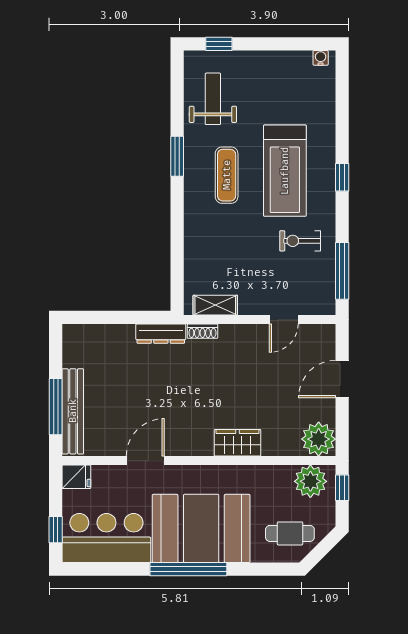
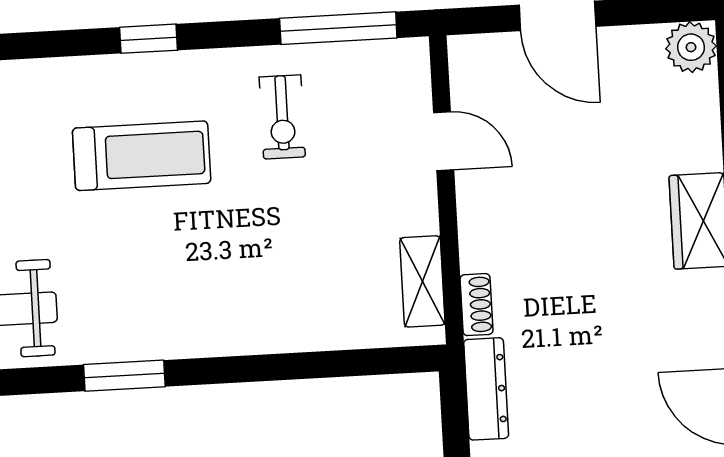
treadmill: (285, 171) -> (142, 156), width x0.73, depth x0.73
exercise mat: (227, 175) -> (157, 273), removed
plant: (319, 439) -> (691, 47), width x0.73, depth x0.73

